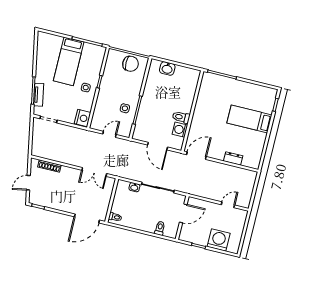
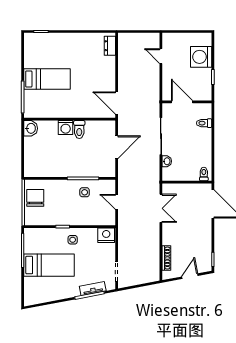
washbasin: (167, 68) -> (31, 128), moved
bed: (249, 119) -> (47, 79), moved, turned -90
washing machine: (180, 130) -> (66, 128), moved
dresser: (233, 158) -> (110, 46), moved
door: (28, 183) -> (190, 276), swing flipped

